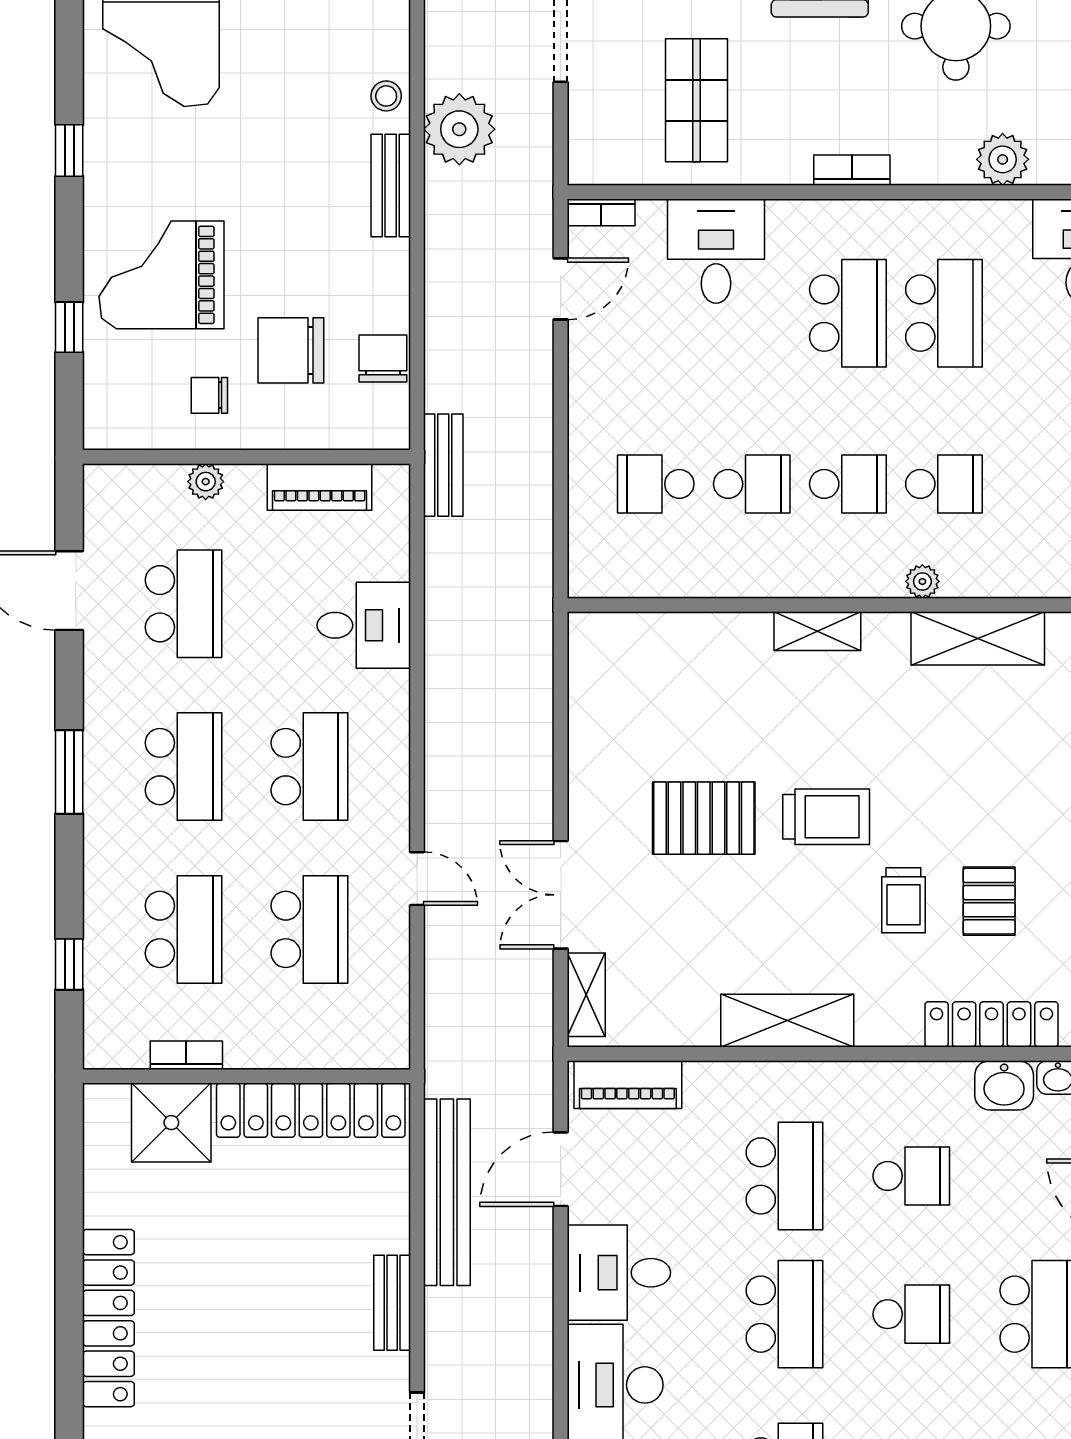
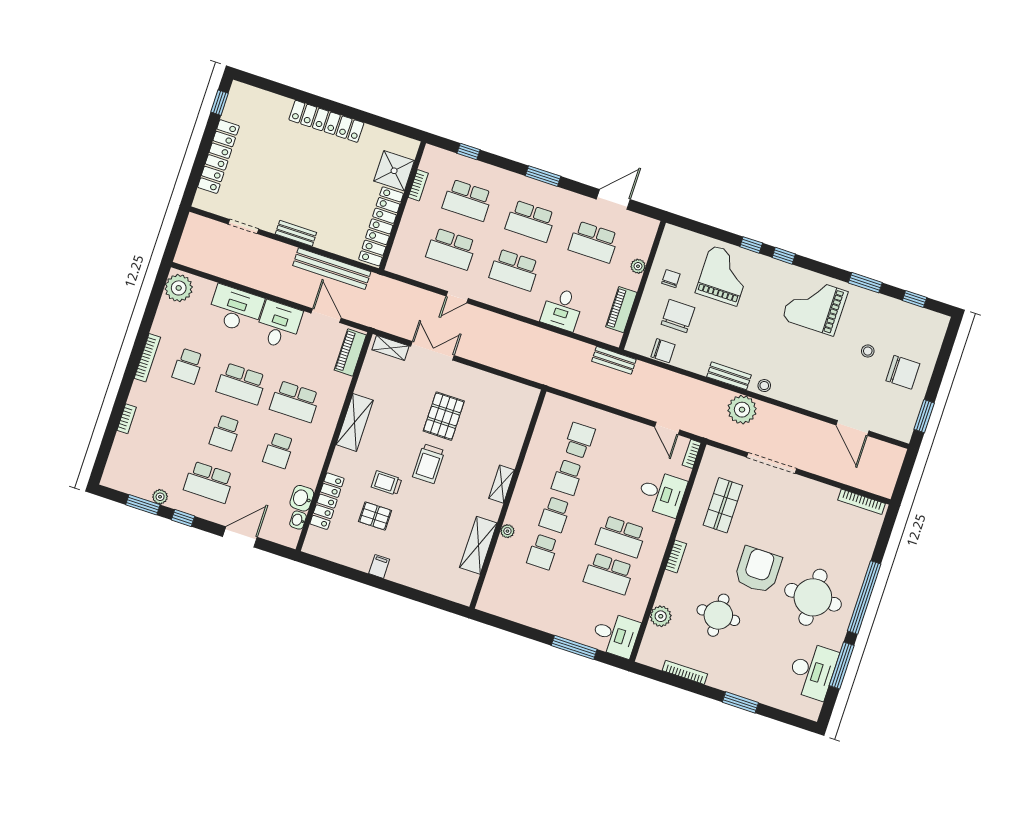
shop shelf: (696, 100) -> (723, 505), turned 90
window: (69, 327) -> (751, 245), moved

